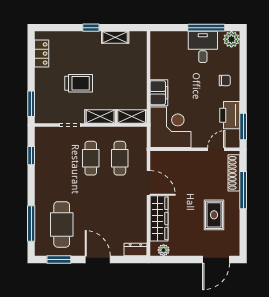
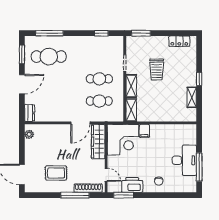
plant: (231, 39) -> (190, 186), removed
desk: (203, 47) -> (184, 160), width x1.37
filing cabinet: (159, 93) -> (144, 131), width x0.50
wardrobe: (159, 218) -> (98, 142), moved, turned 90

